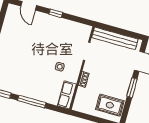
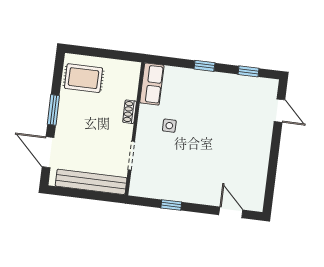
window: (56, 13) -> (171, 205), moved
window: (32, 102) -> (204, 66), width x0.46

